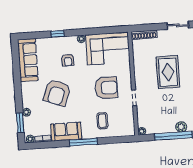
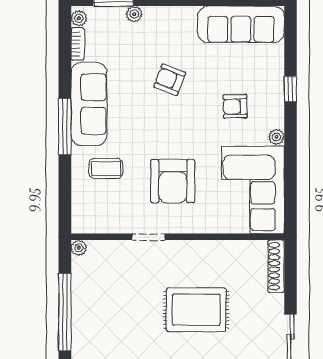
armchair: (57, 93) -> (170, 80), width x0.53, depth x0.53
plant: (181, 127) -> (82, 329), removed
sofa: (66, 132) -> (89, 104), width x1.36

